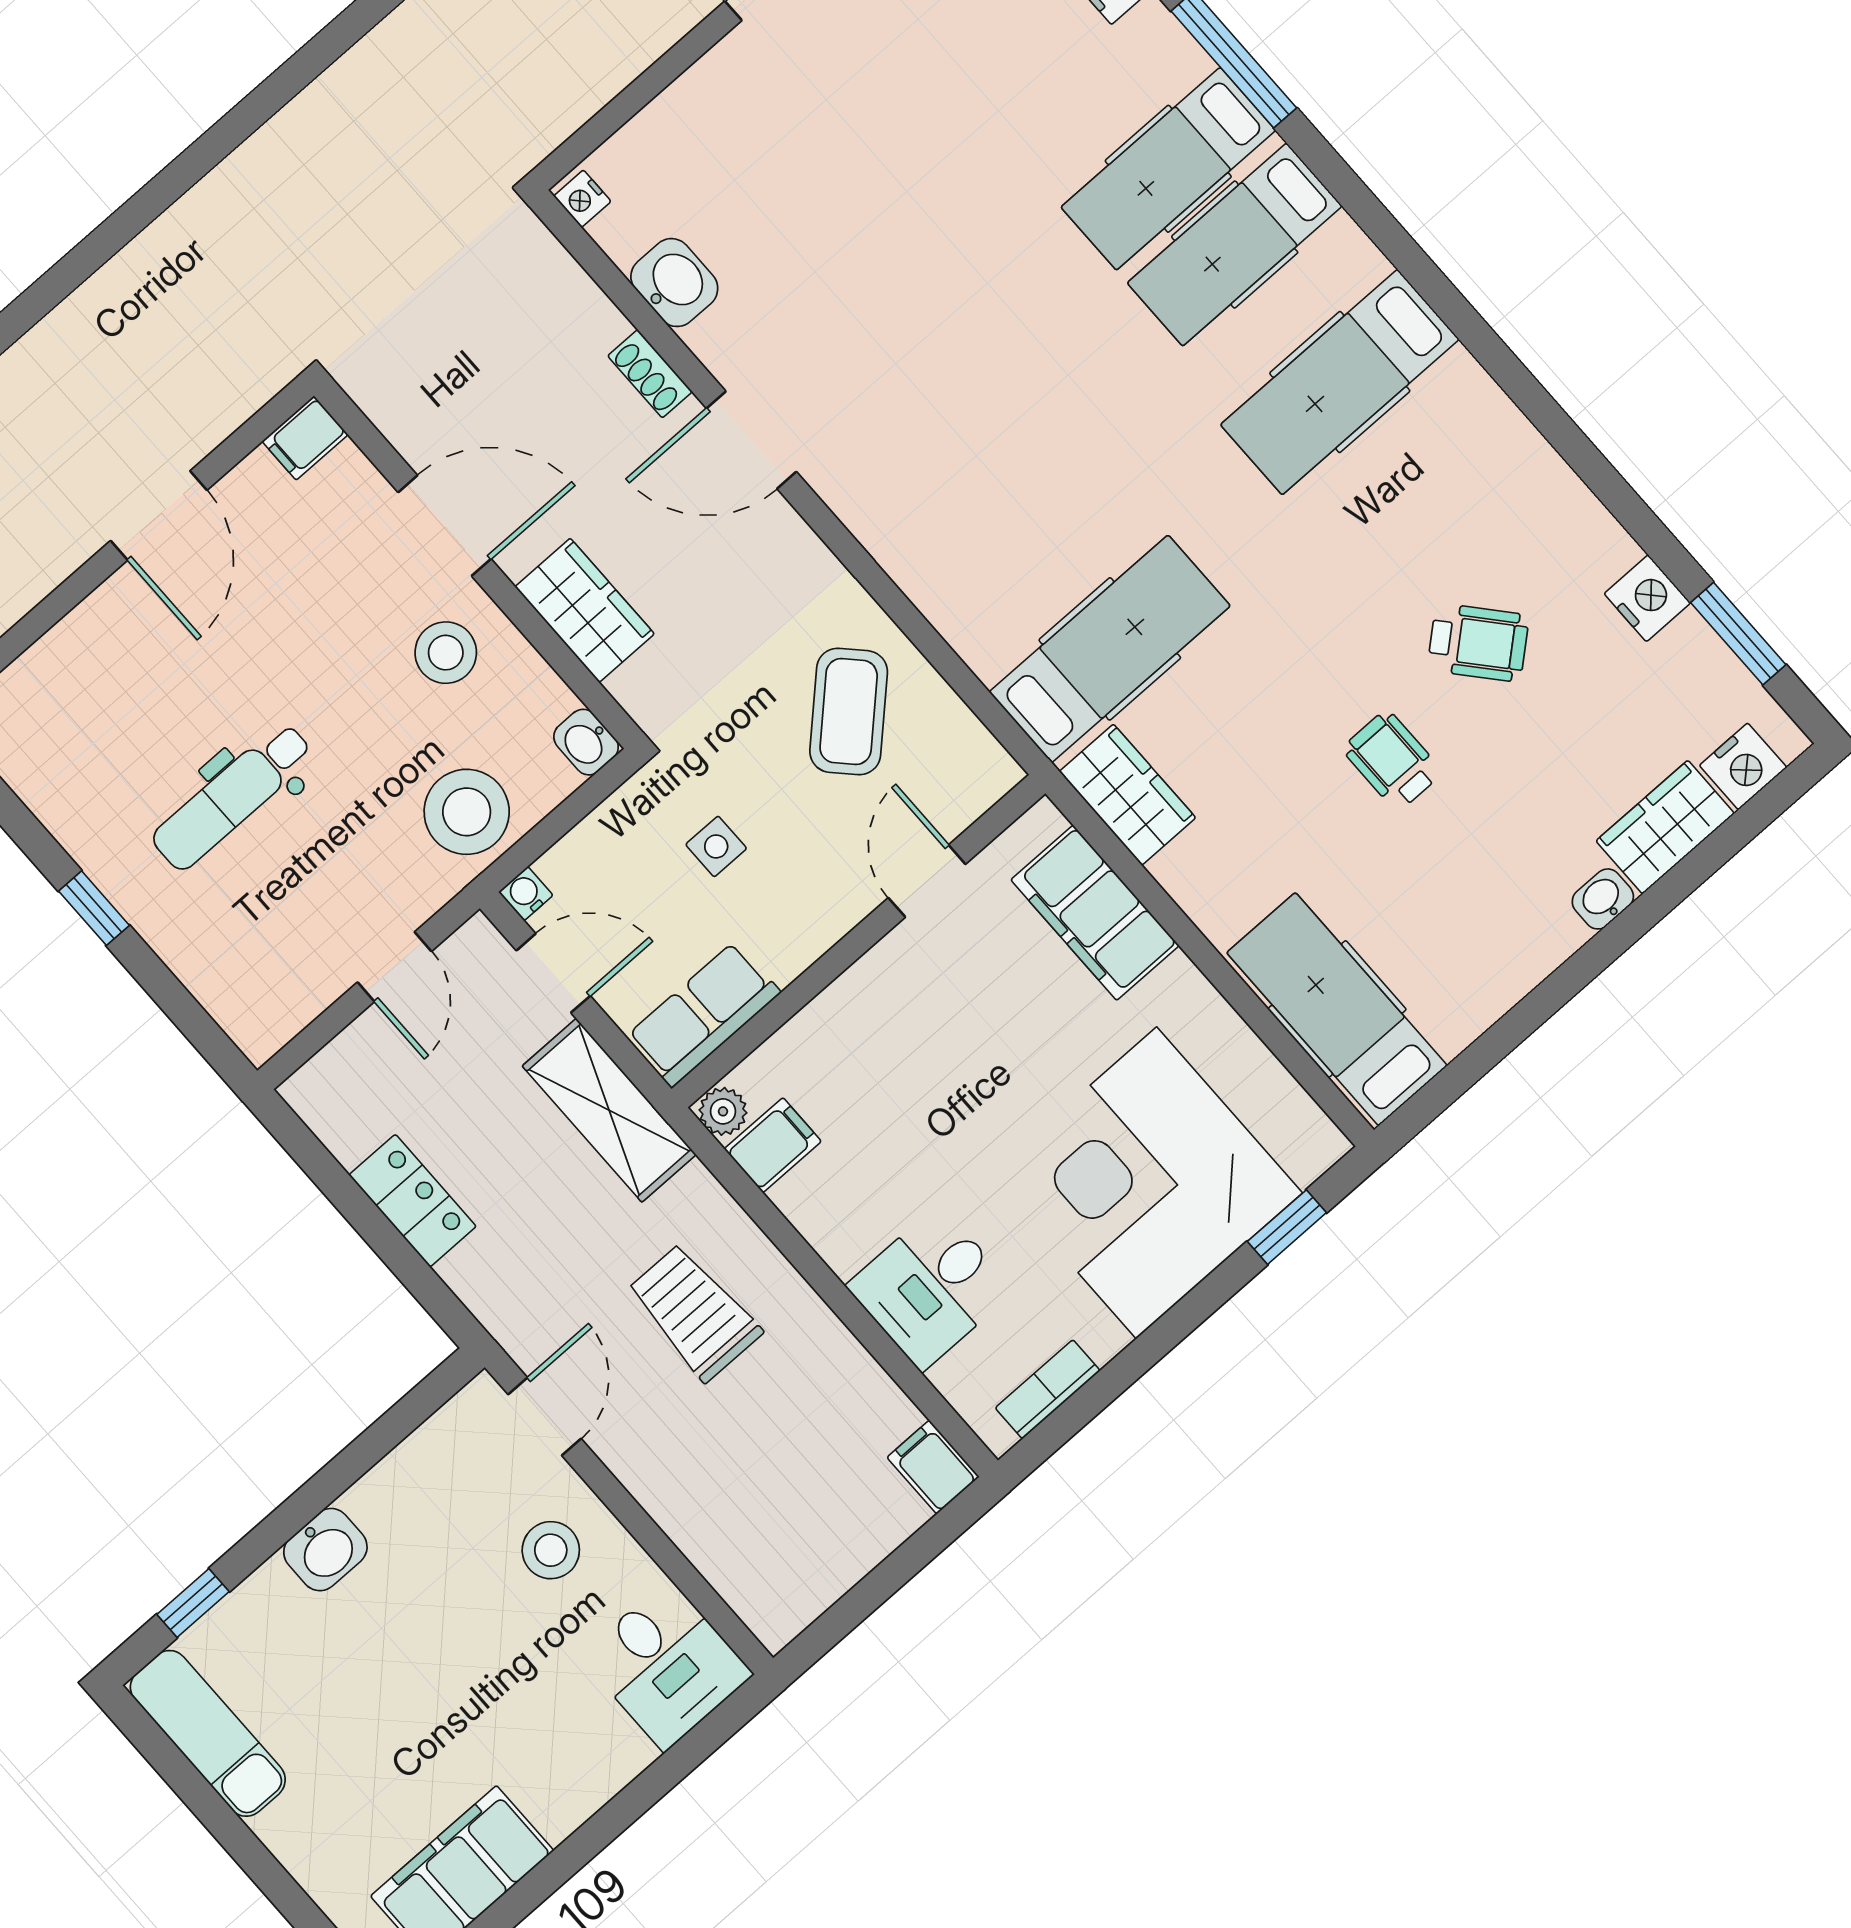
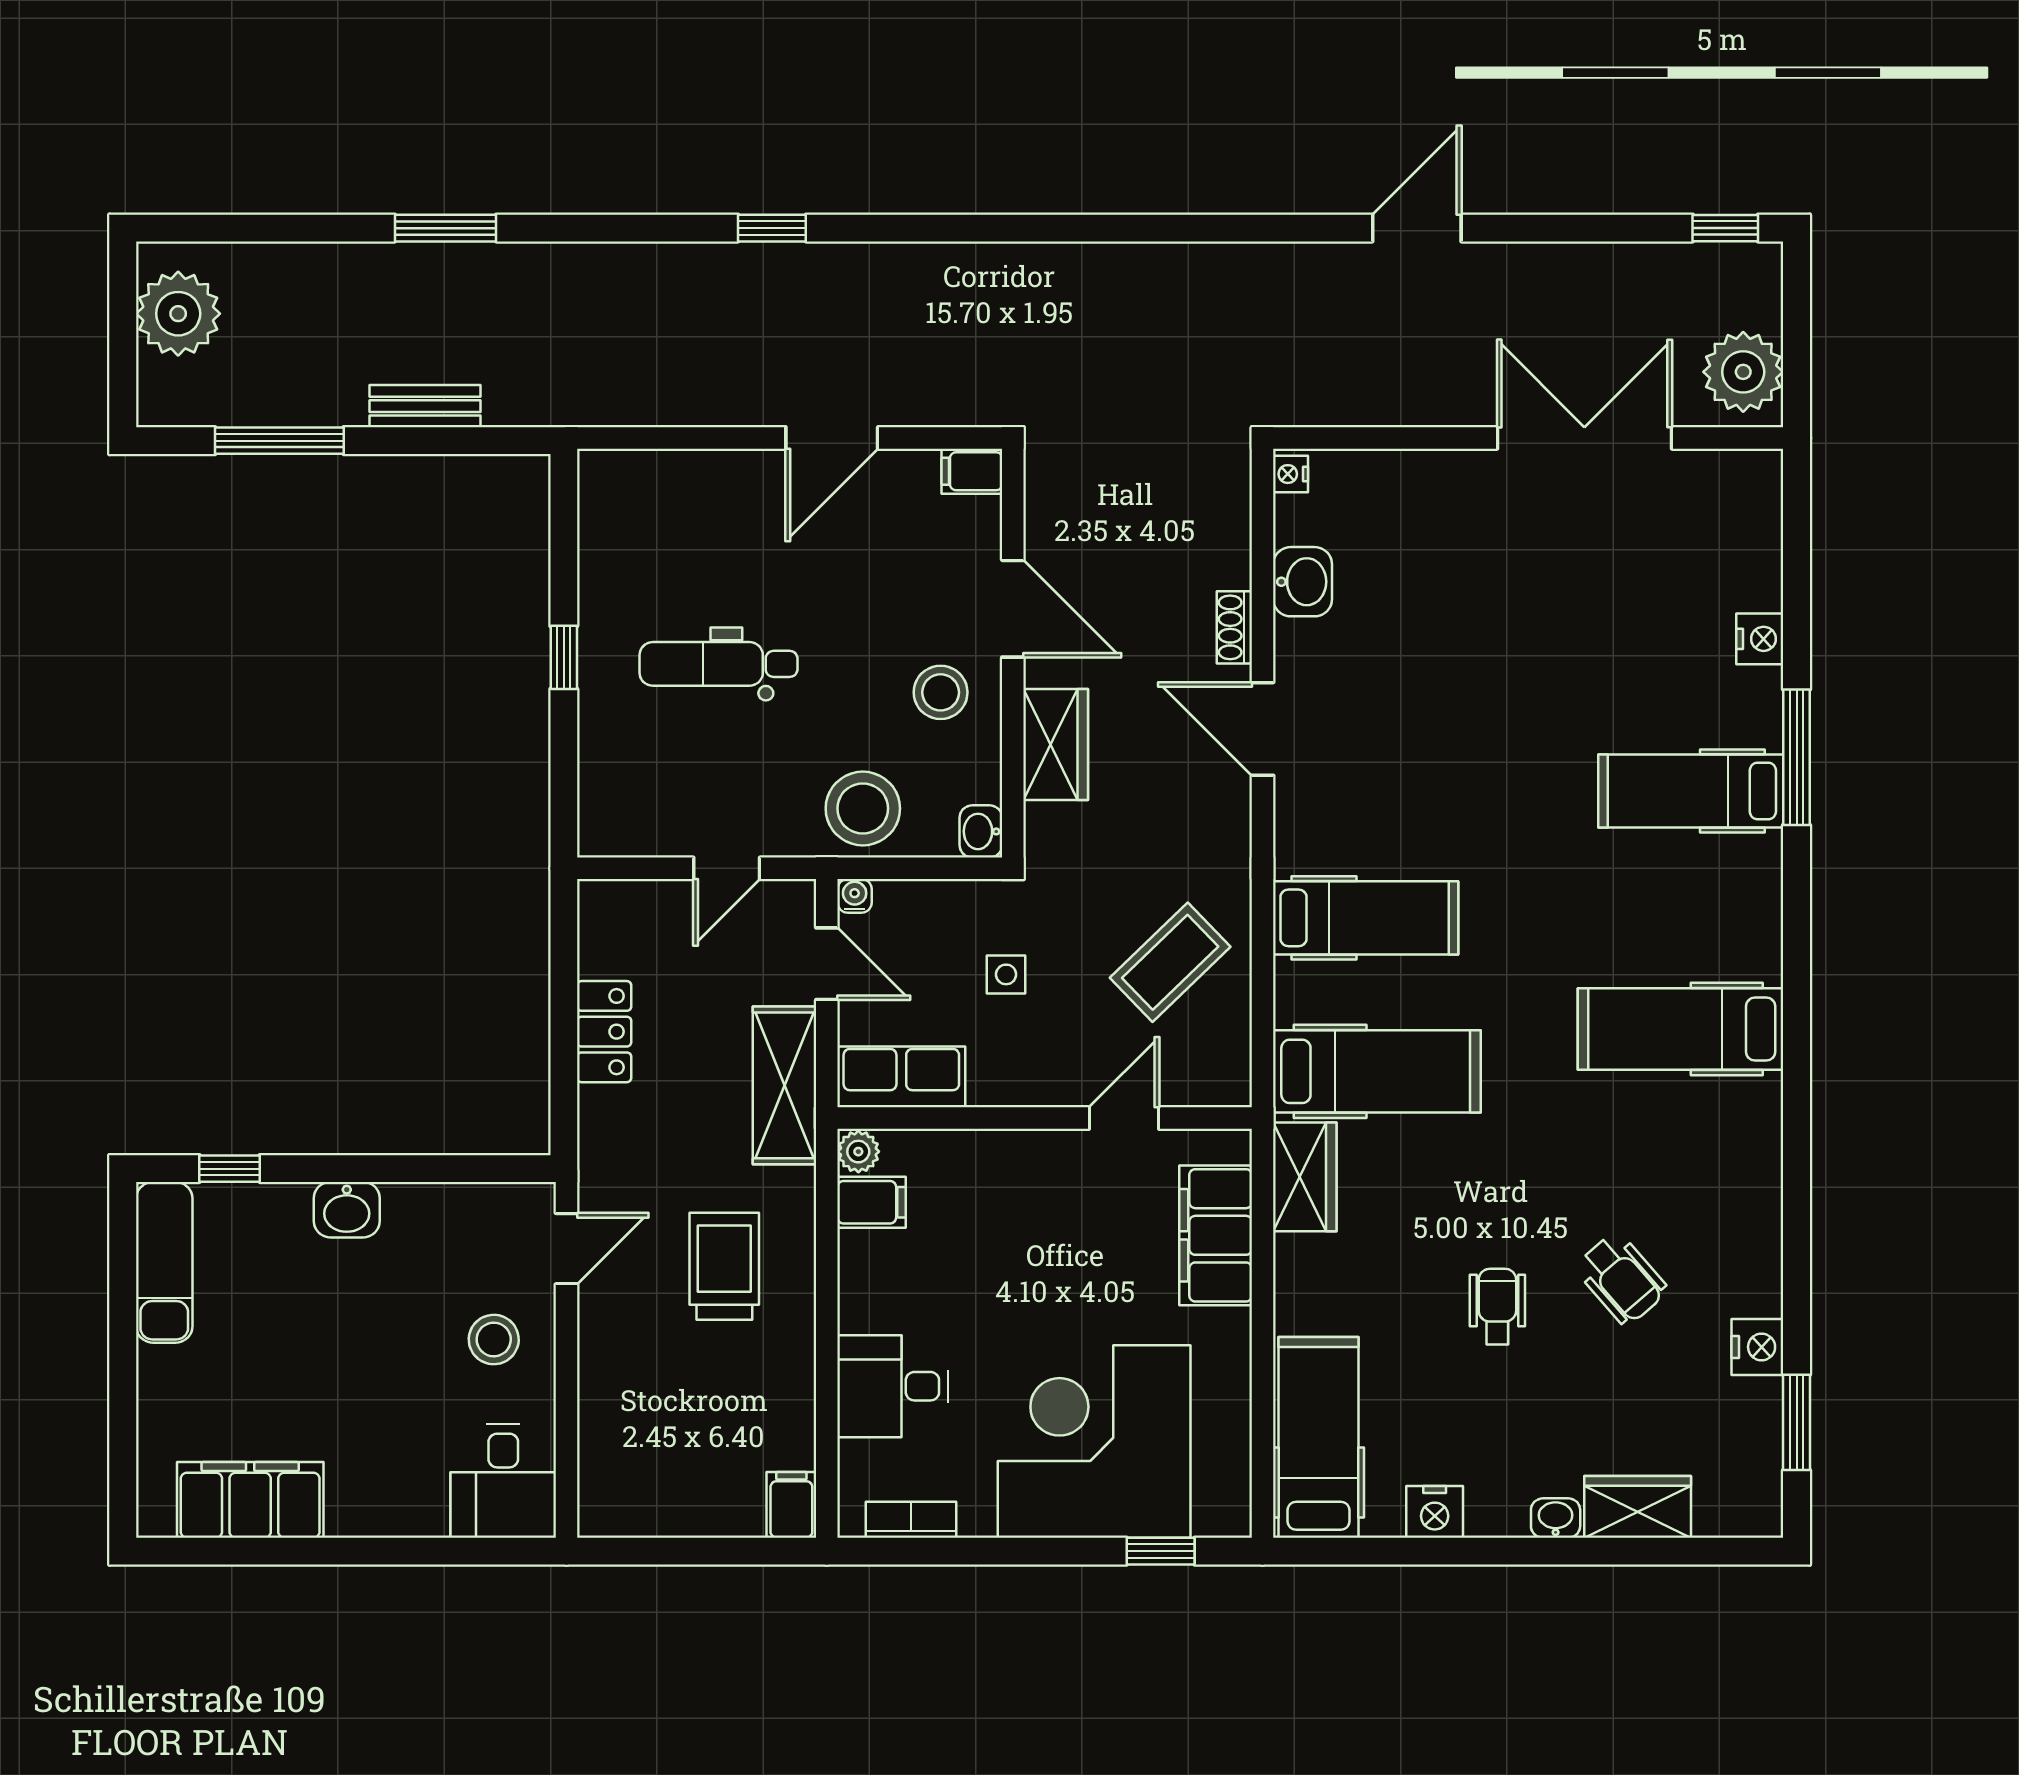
hospital bed: (1235, 245) -> (1366, 918), moved, turned 180
nightstand: (1743, 766) -> (1435, 1512), moved

